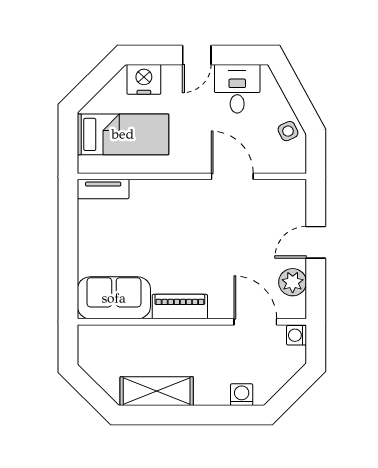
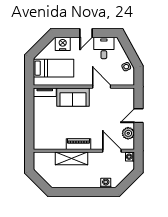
sofa: (114, 298) -> (73, 97), moved, turned 180
shelving: (157, 391) -> (72, 158), moved

